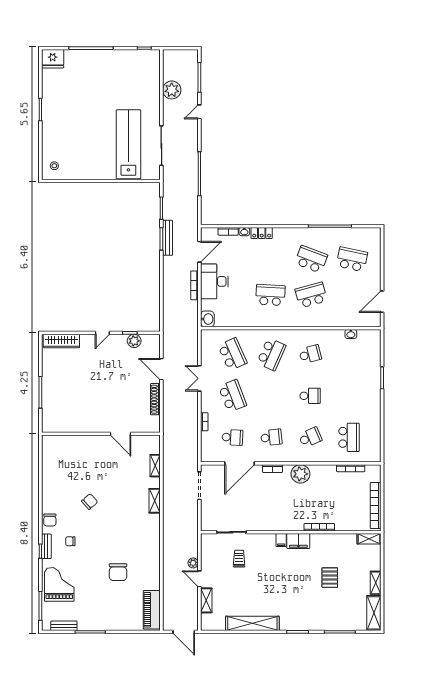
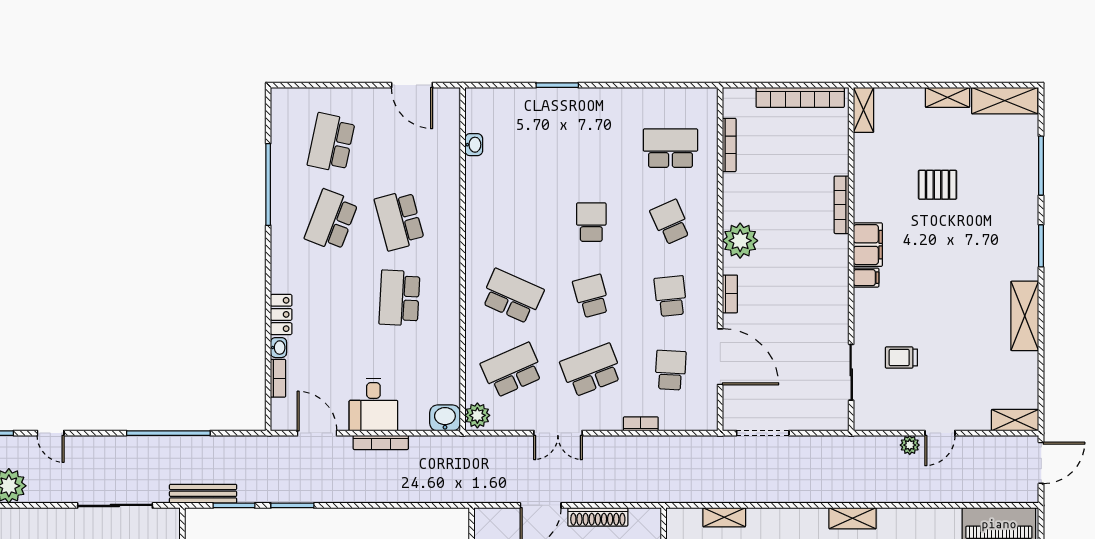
bench: (168, 238) -> (203, 494), moved
desk: (214, 281) -> (373, 405), width x0.73
plant: (209, 336) -> (477, 415), added
school desk: (310, 354) -> (591, 296), moved
shelving: (155, 501) -> (853, 518), moved
shelving: (206, 600) -> (1015, 420), moved
shelving: (252, 623) -> (1025, 316), width x0.68

